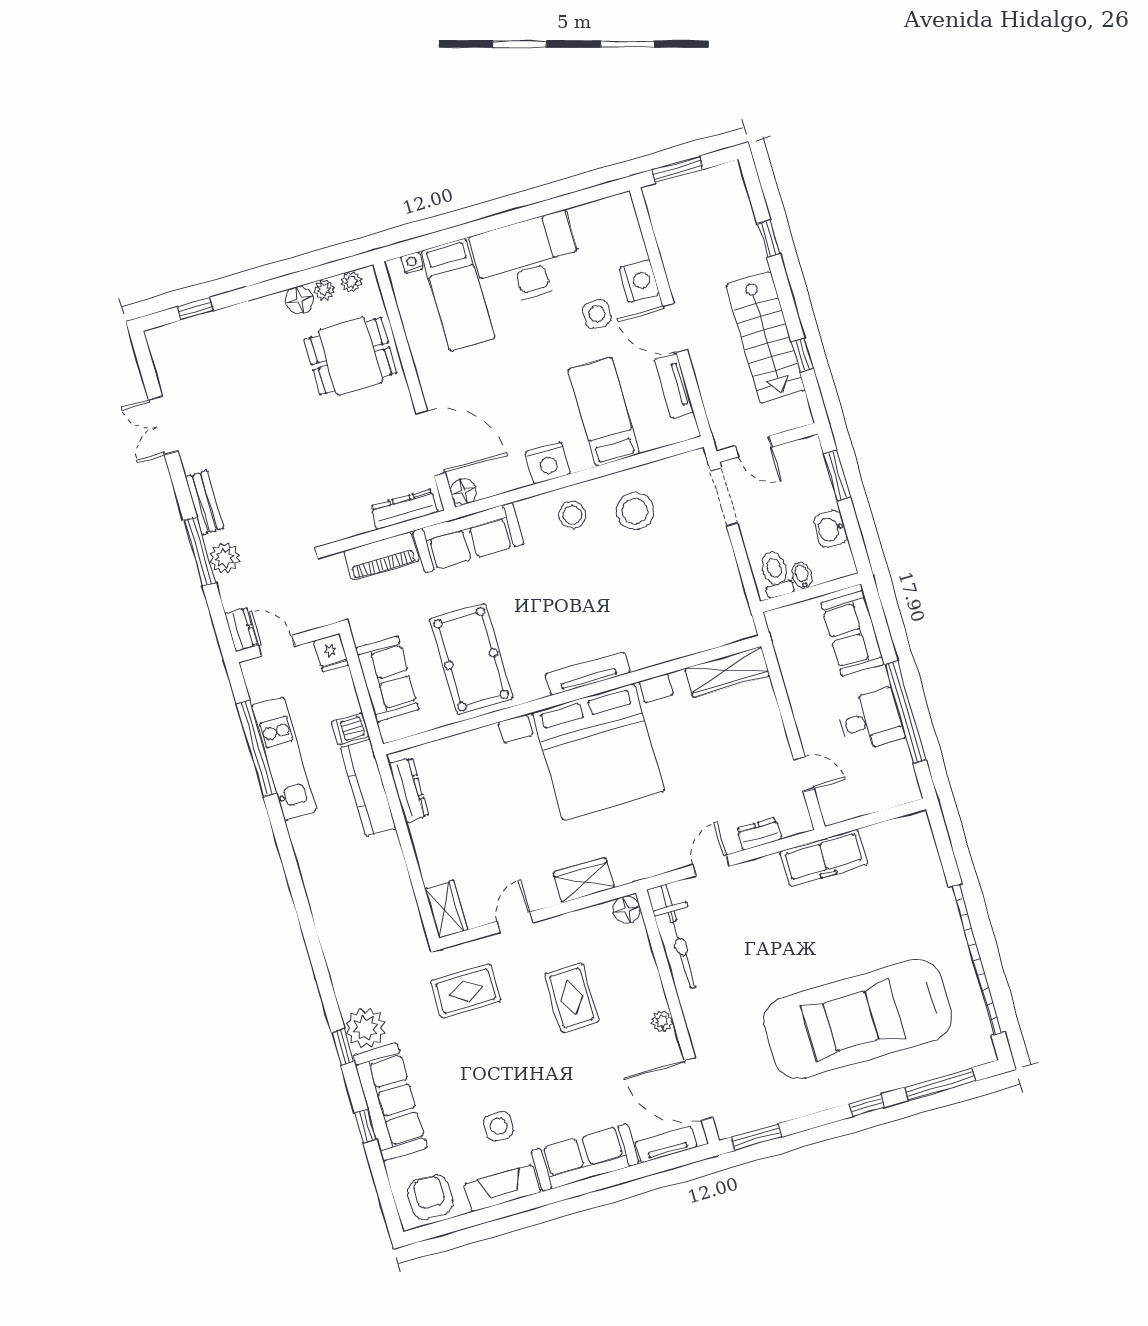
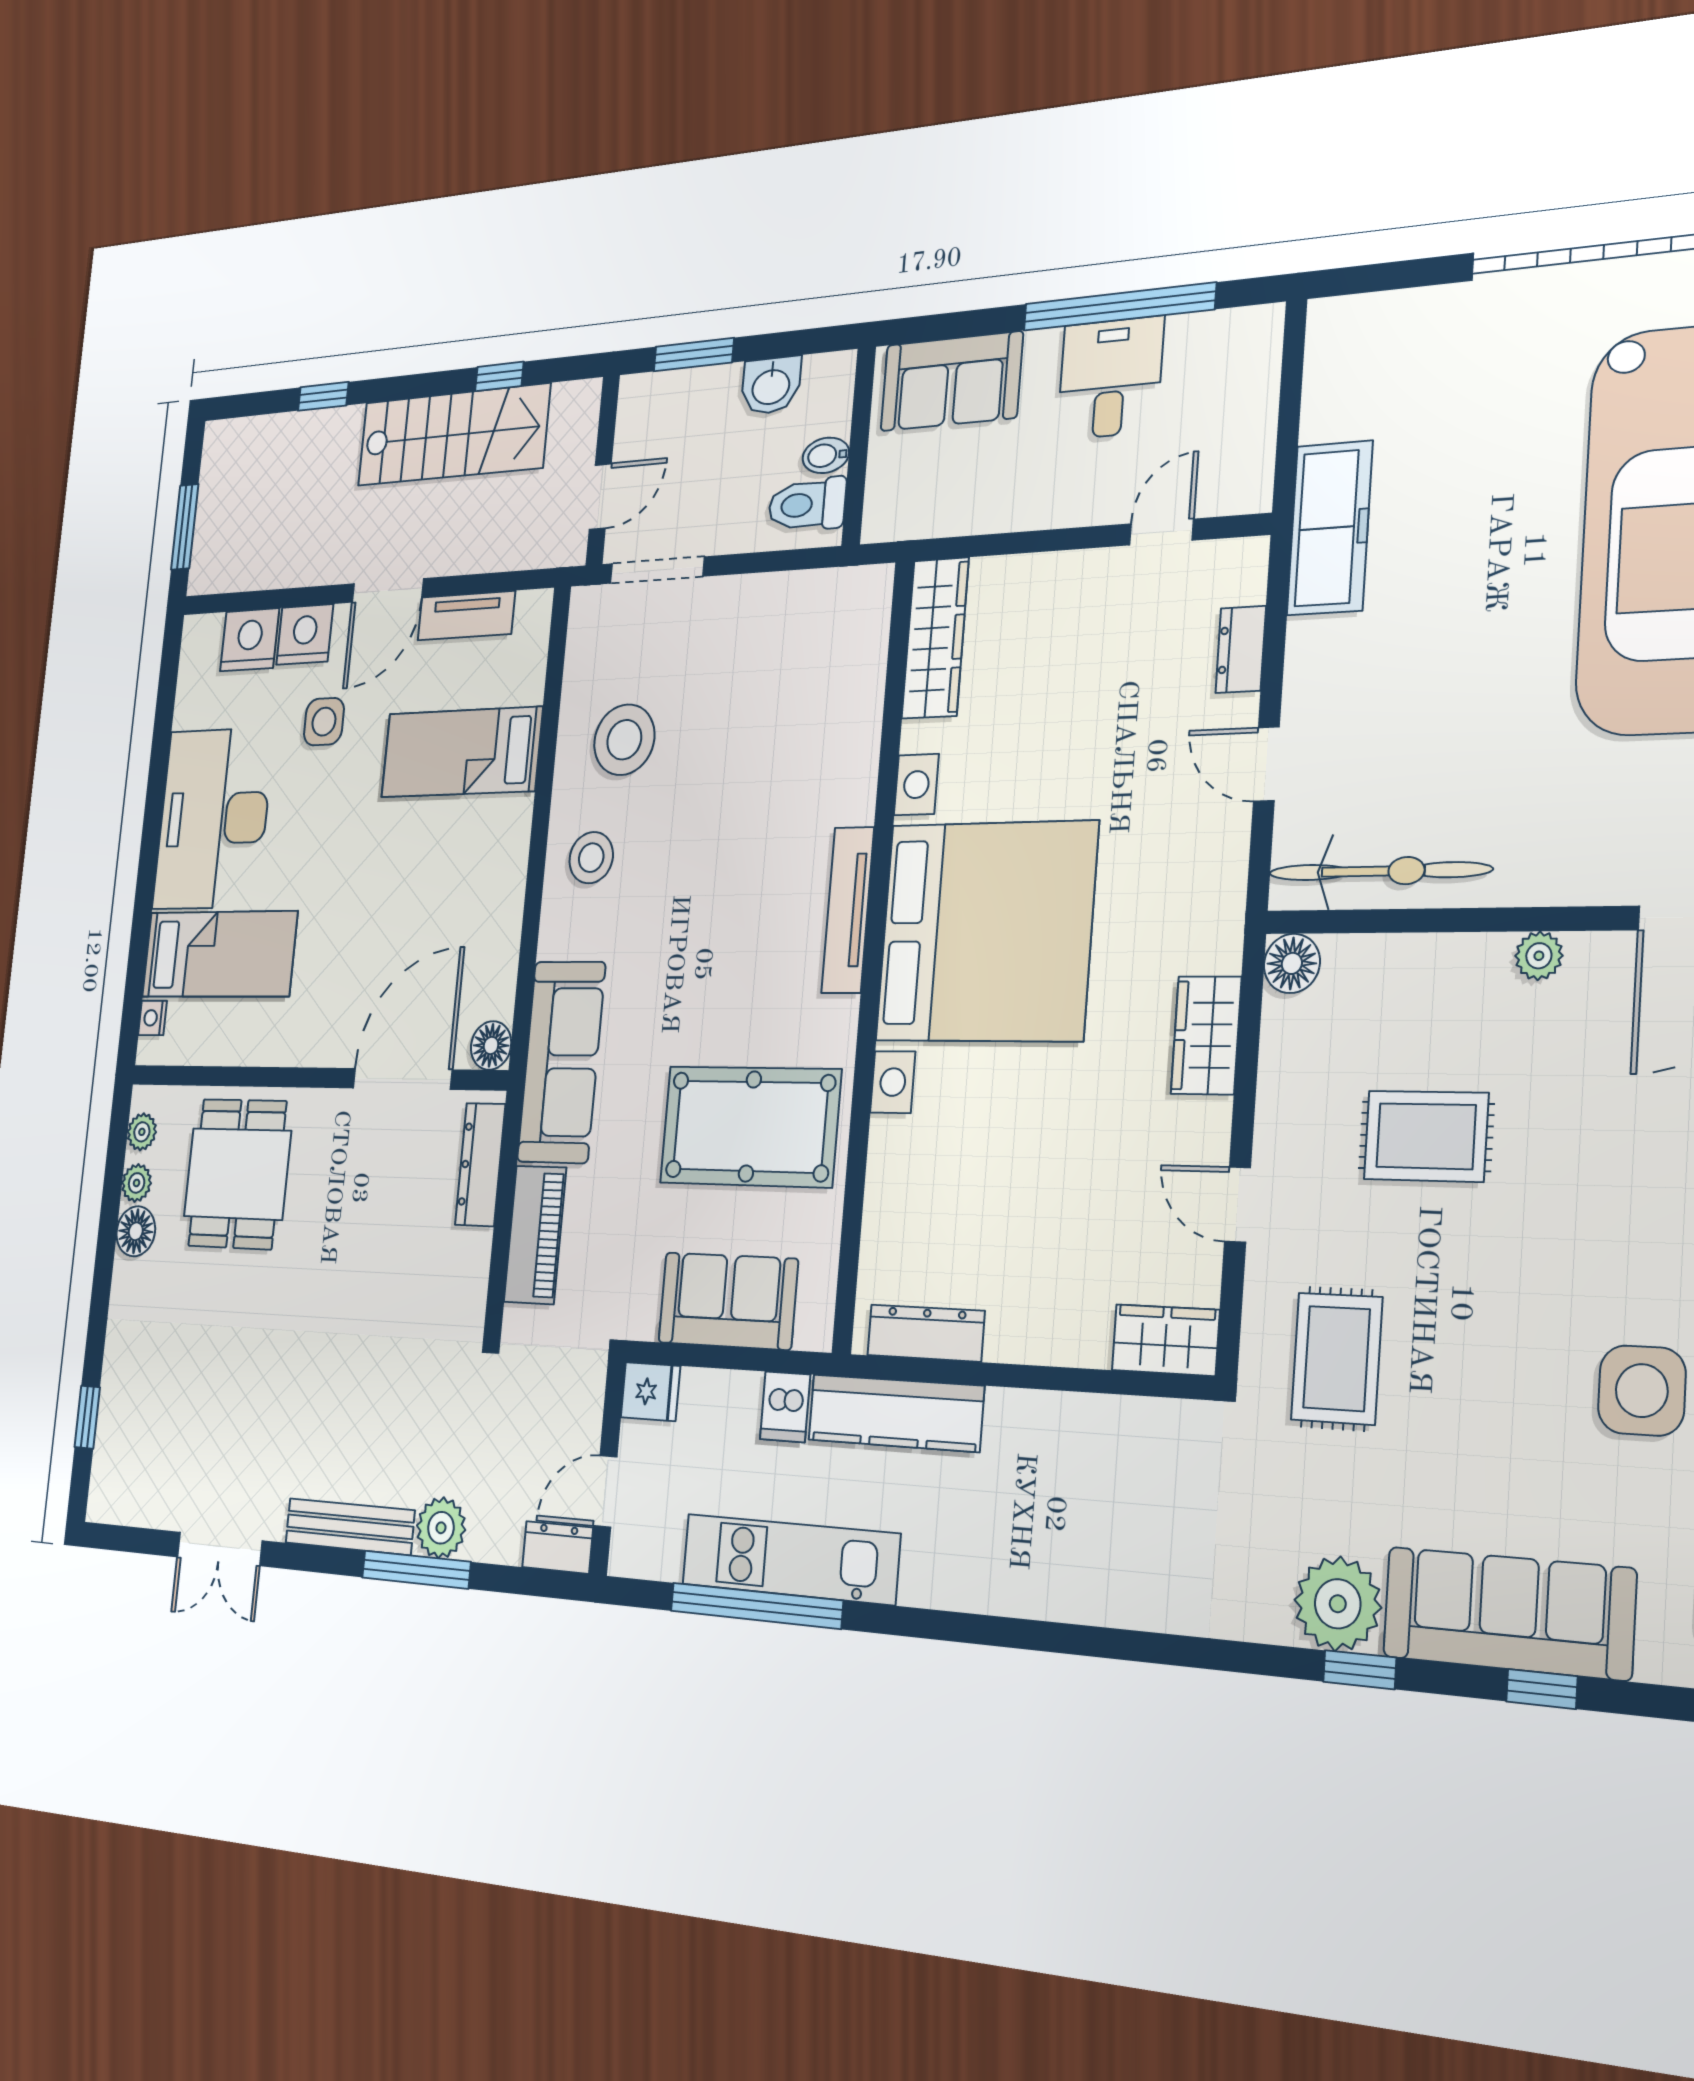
nightstand: (548, 463) -> (250, 640), moved, turned -90
bench: (205, 502) -> (350, 1527), width x1.36
side table: (498, 1126) -> (1642, 1391), width x1.37, depth x1.37

